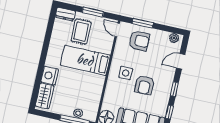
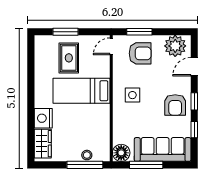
window: (93, 12) -> (66, 32), moved
dresser: (65, 14) -> (46, 42), removed
door: (117, 30) -> (111, 46), hinge flipped
plant: (174, 38) -> (175, 46), width x1.87, depth x1.87
armchair: (144, 85) -> (175, 105), moved

